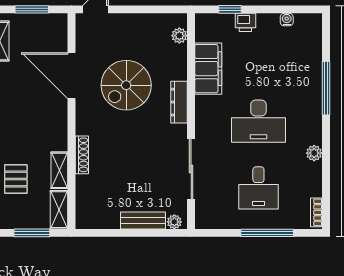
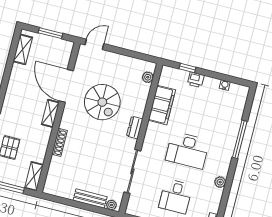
spiral stairs: (126, 85) -> (102, 102), turned -90
dresser: (179, 102) -> (135, 127), width x0.70
shelving: (59, 170) -> (50, 113), moved

